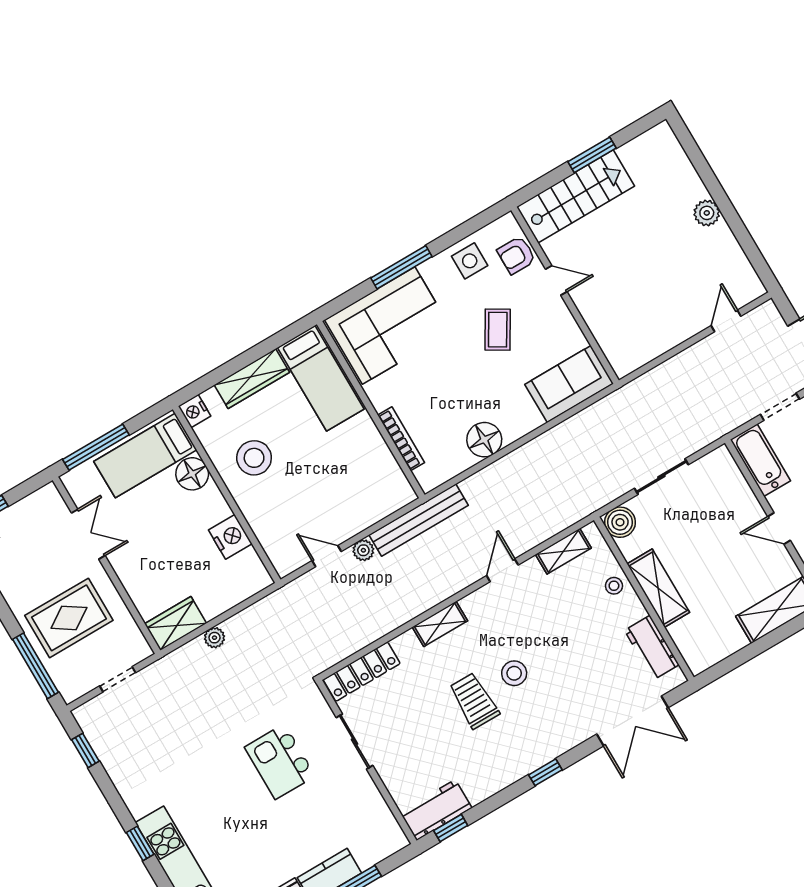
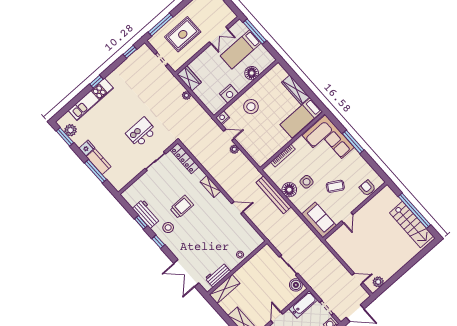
window: (592, 155) -> (414, 211), width x2.11
stairs: (576, 196) -> (411, 225), moved
plant: (707, 213) -> (378, 282), moved
side table: (470, 261) -> (307, 182), moved
door: (556, 280) -> (347, 218), moved
nightstand: (194, 411) -> (223, 118), moved
bed: (145, 456) -> (241, 49), moved, turned -90
stool: (254, 458) -> (251, 107), moved
bench: (419, 520) -> (274, 195), moved
boiler: (620, 522) -> (296, 285), moved
shelving: (563, 551) -> (250, 231), removed
door: (327, 556) -> (229, 135), hinge flipped
shelving: (658, 588) -> (225, 289), moved
rug: (69, 618) -> (183, 34), turned 90
stool: (514, 673) -> (168, 228), moved
workbench: (436, 810) -> (146, 214), moved
window: (451, 828) -> (141, 222), moved

